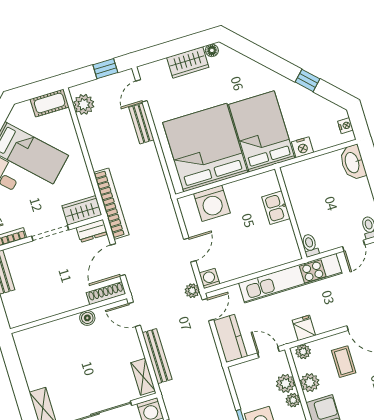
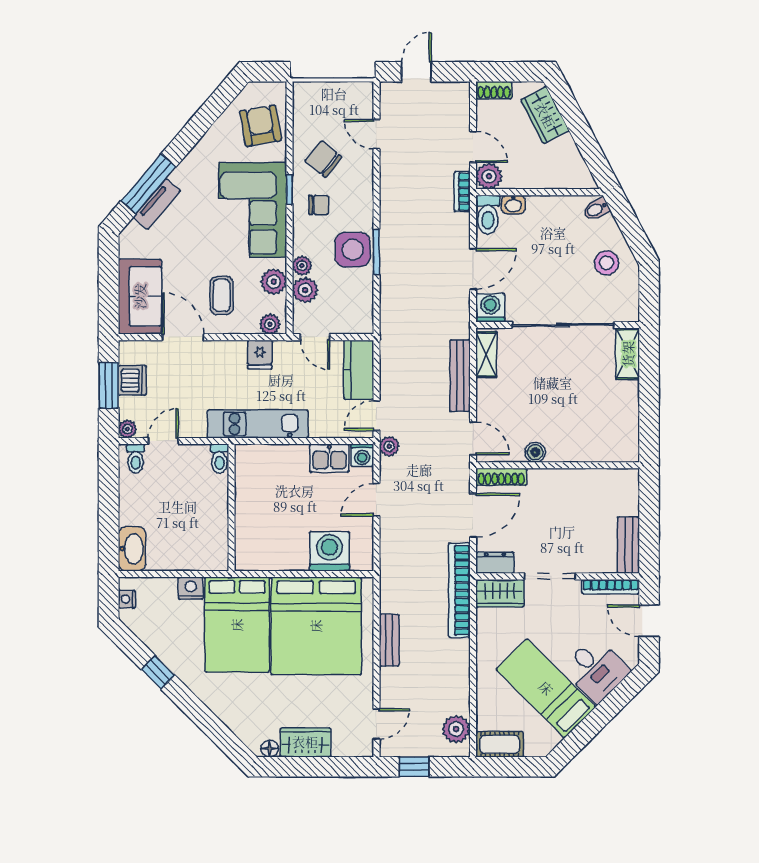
bench: (141, 124) -> (389, 640), moved
kitchen sink: (276, 208) -> (329, 458), moved, turned 90
kitchen unit: (290, 278) -> (258, 424), width x0.73

